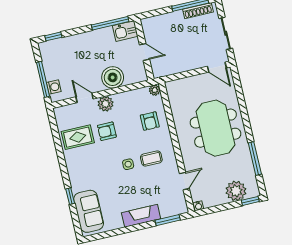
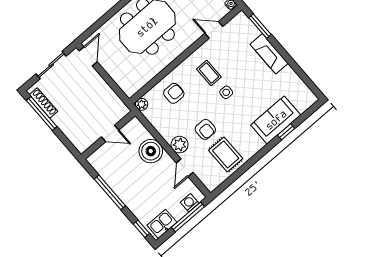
window: (110, 23) -> (110, 192), moved
kitchen sink: (125, 31) -> (162, 224), moved, turned -90
door: (145, 52) -> (110, 133), swing flipped
sofa: (89, 211) -> (276, 120), moved

